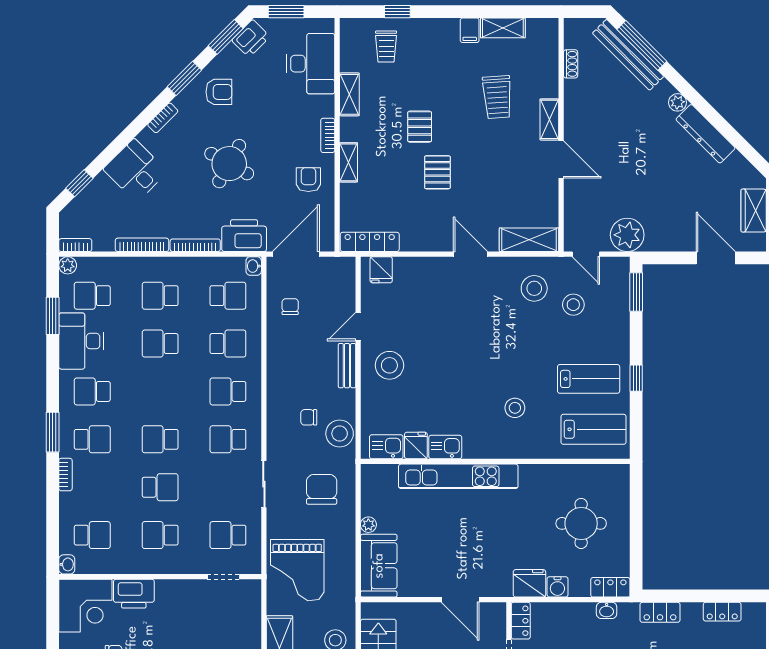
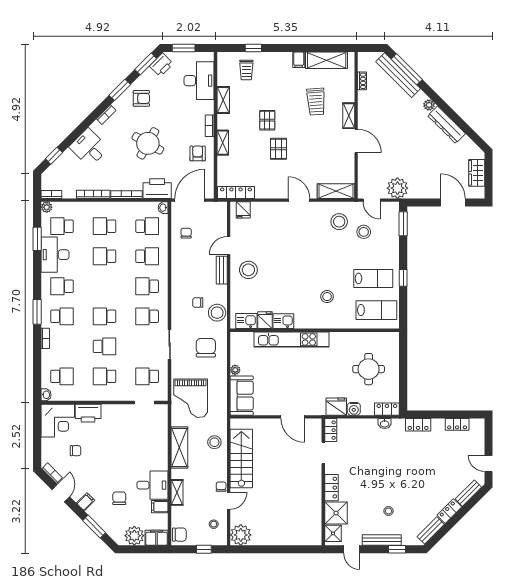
shelving: (503, 28) -> (327, 60), width x1.50, depth x1.33

